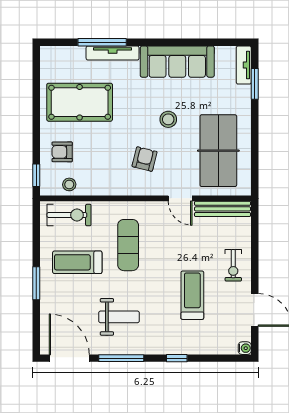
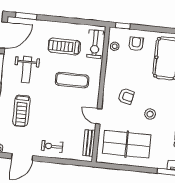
door: (180, 198) -> (99, 116), hinge flipped
bench: (223, 209) -> (89, 143), width x0.73
treadmill: (77, 262) -> (64, 46), turned -90
window: (36, 283) -> (26, 16), moved
treadmill: (192, 295) -> (21, 111), moved, turned 90

